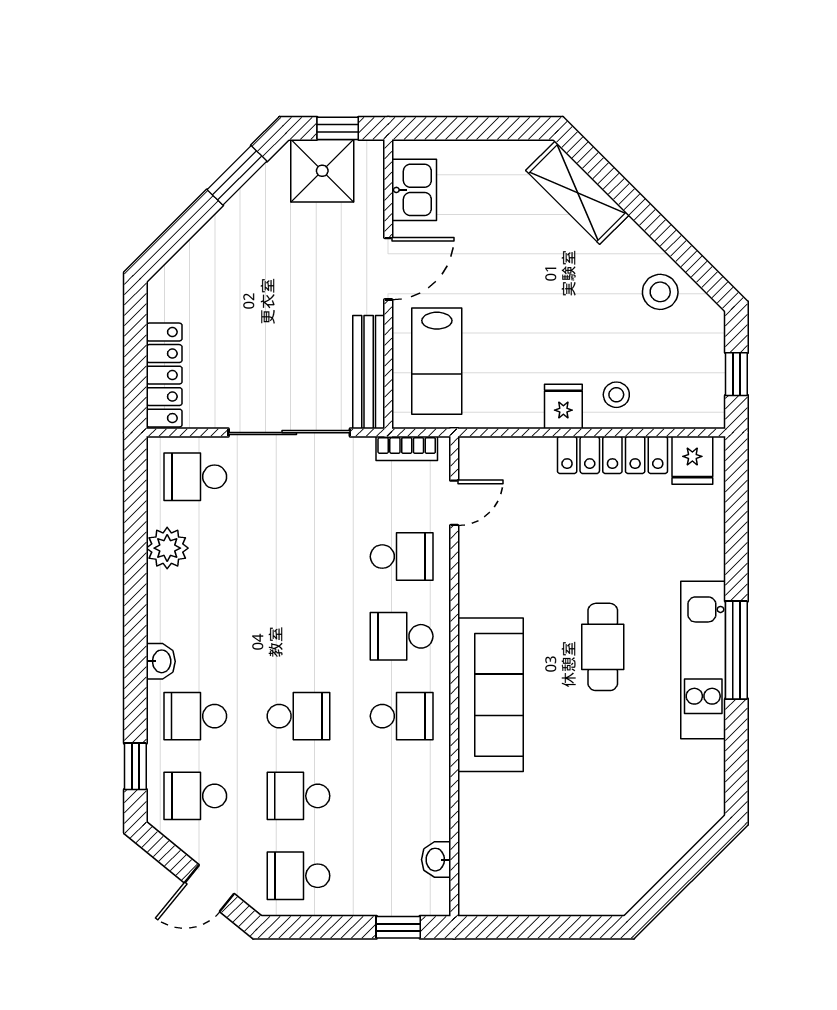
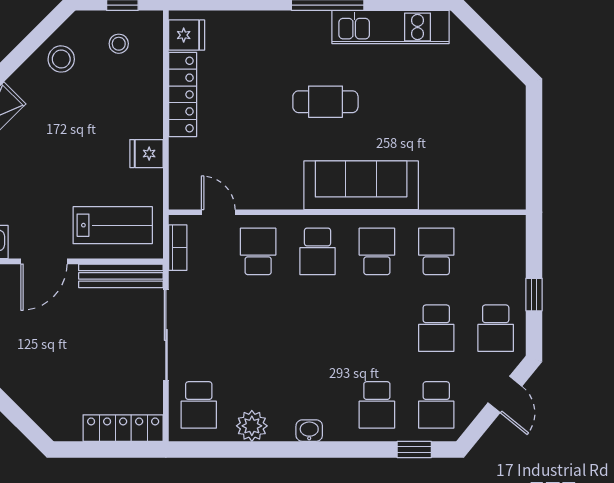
door: (388, 269) -> (44, 261), swing flipped
stool: (616, 395) -> (119, 44), moved
fridge: (563, 406) -> (146, 154), moved
kitchen unit: (703, 660) -> (391, 27), moved
washbasin: (161, 661) -> (309, 431), moved
school desk: (298, 716) -> (436, 251), moved
washbasin: (436, 860) -> (484, 226), removed
window: (398, 927) -> (534, 295), moved

